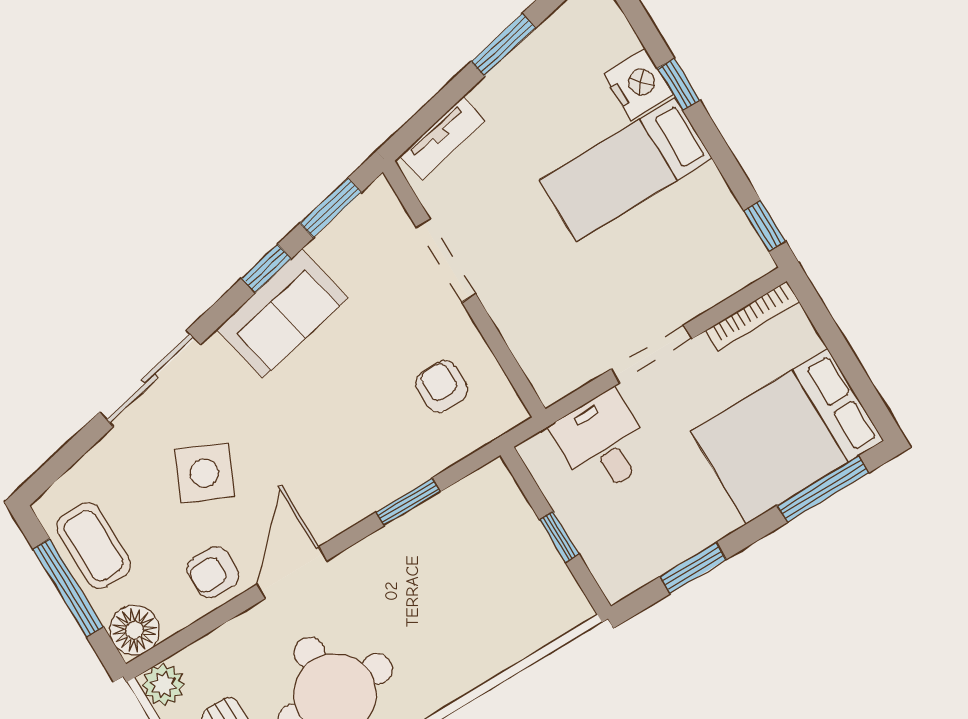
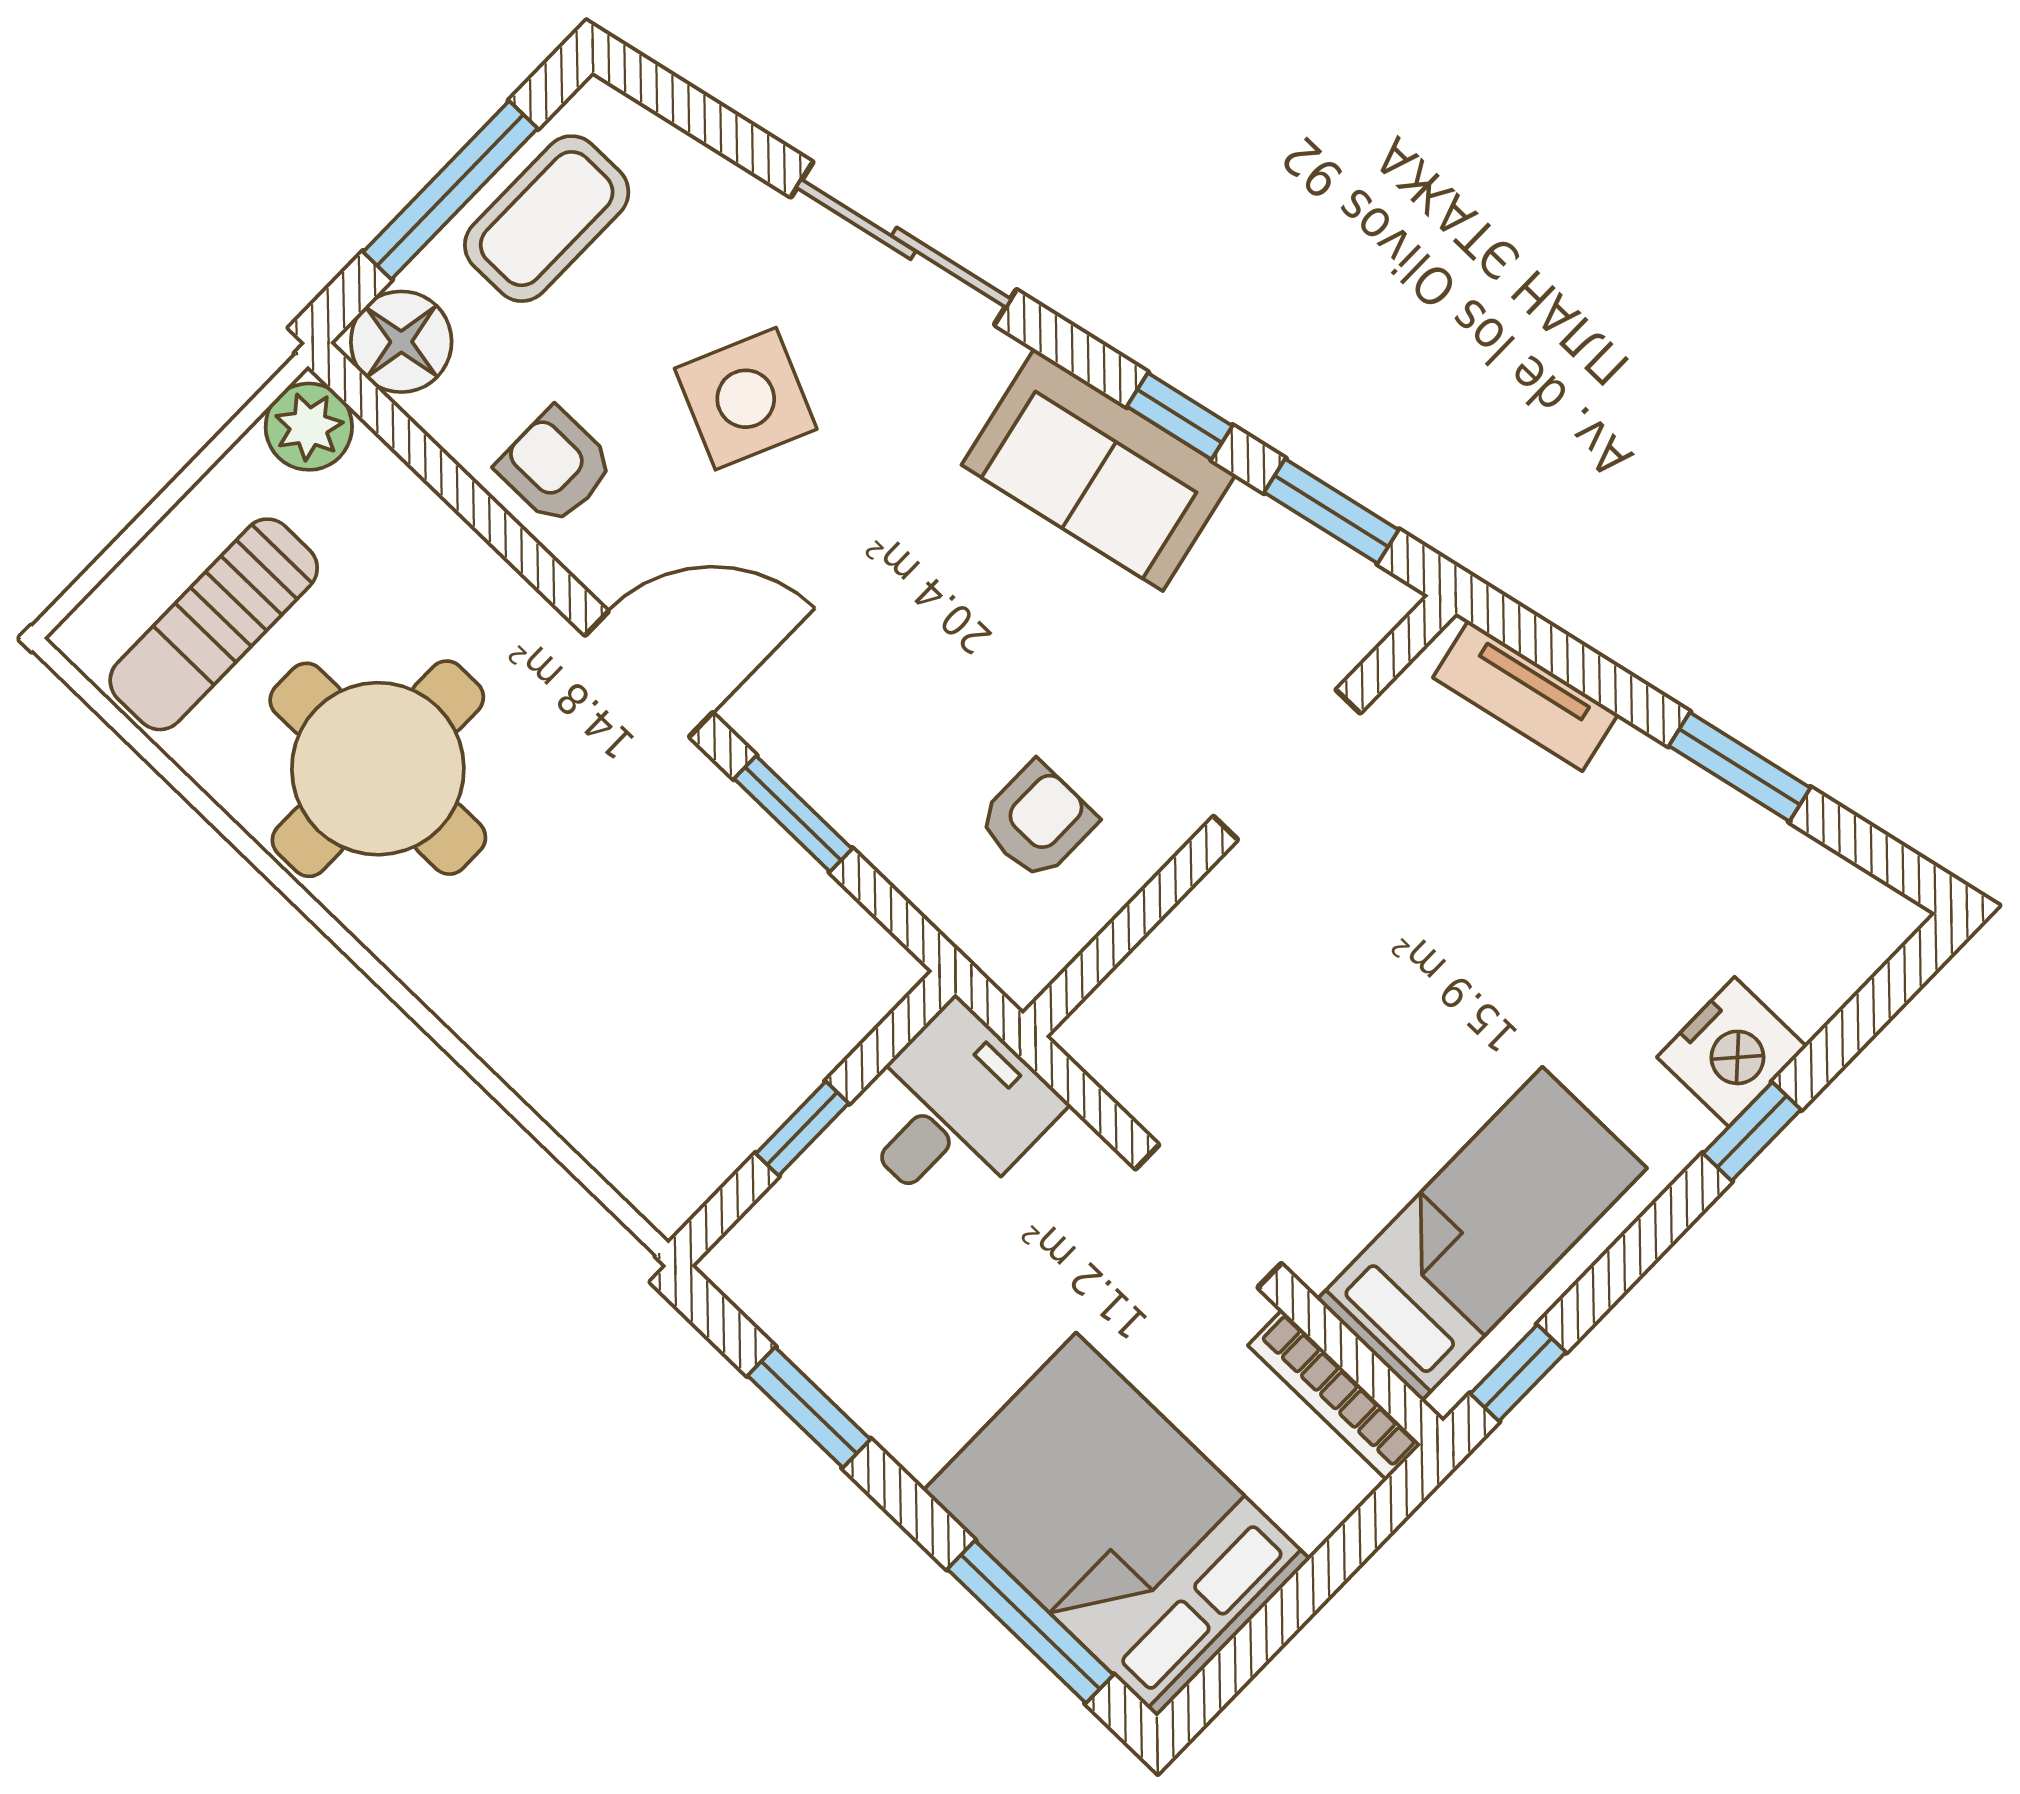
bed: (626, 170) -> (1482, 1234), moved, turned 90
desk: (603, 443) -> (953, 1111), moved
door: (292, 573) -> (649, 674), moved

